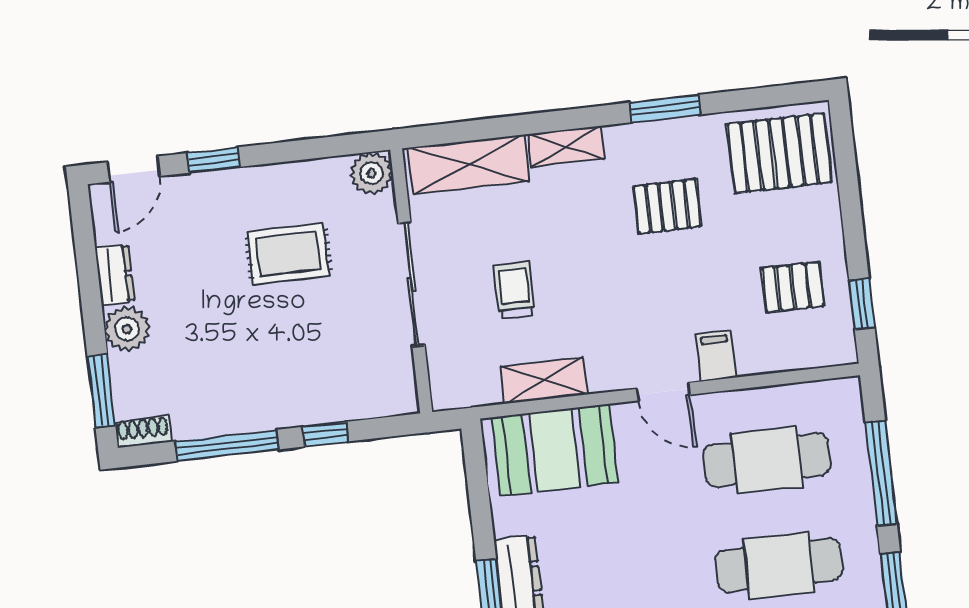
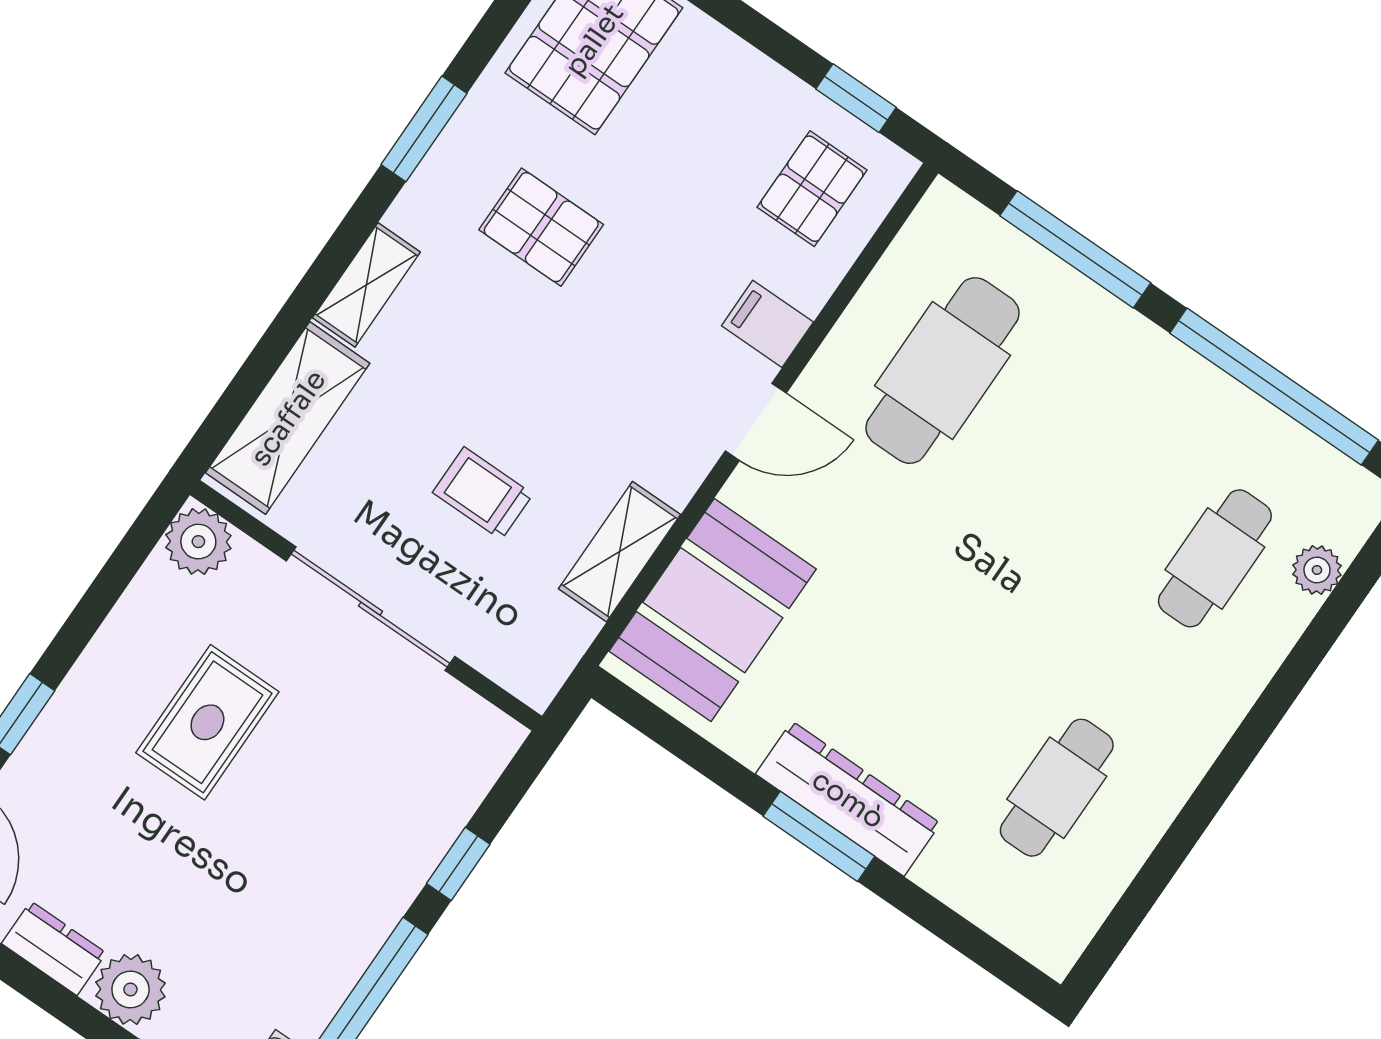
pallet: (667, 206) -> (541, 227), turned 90
pallet: (793, 287) -> (812, 189), moved
cafe table: (779, 565) -> (1079, 464), removed

